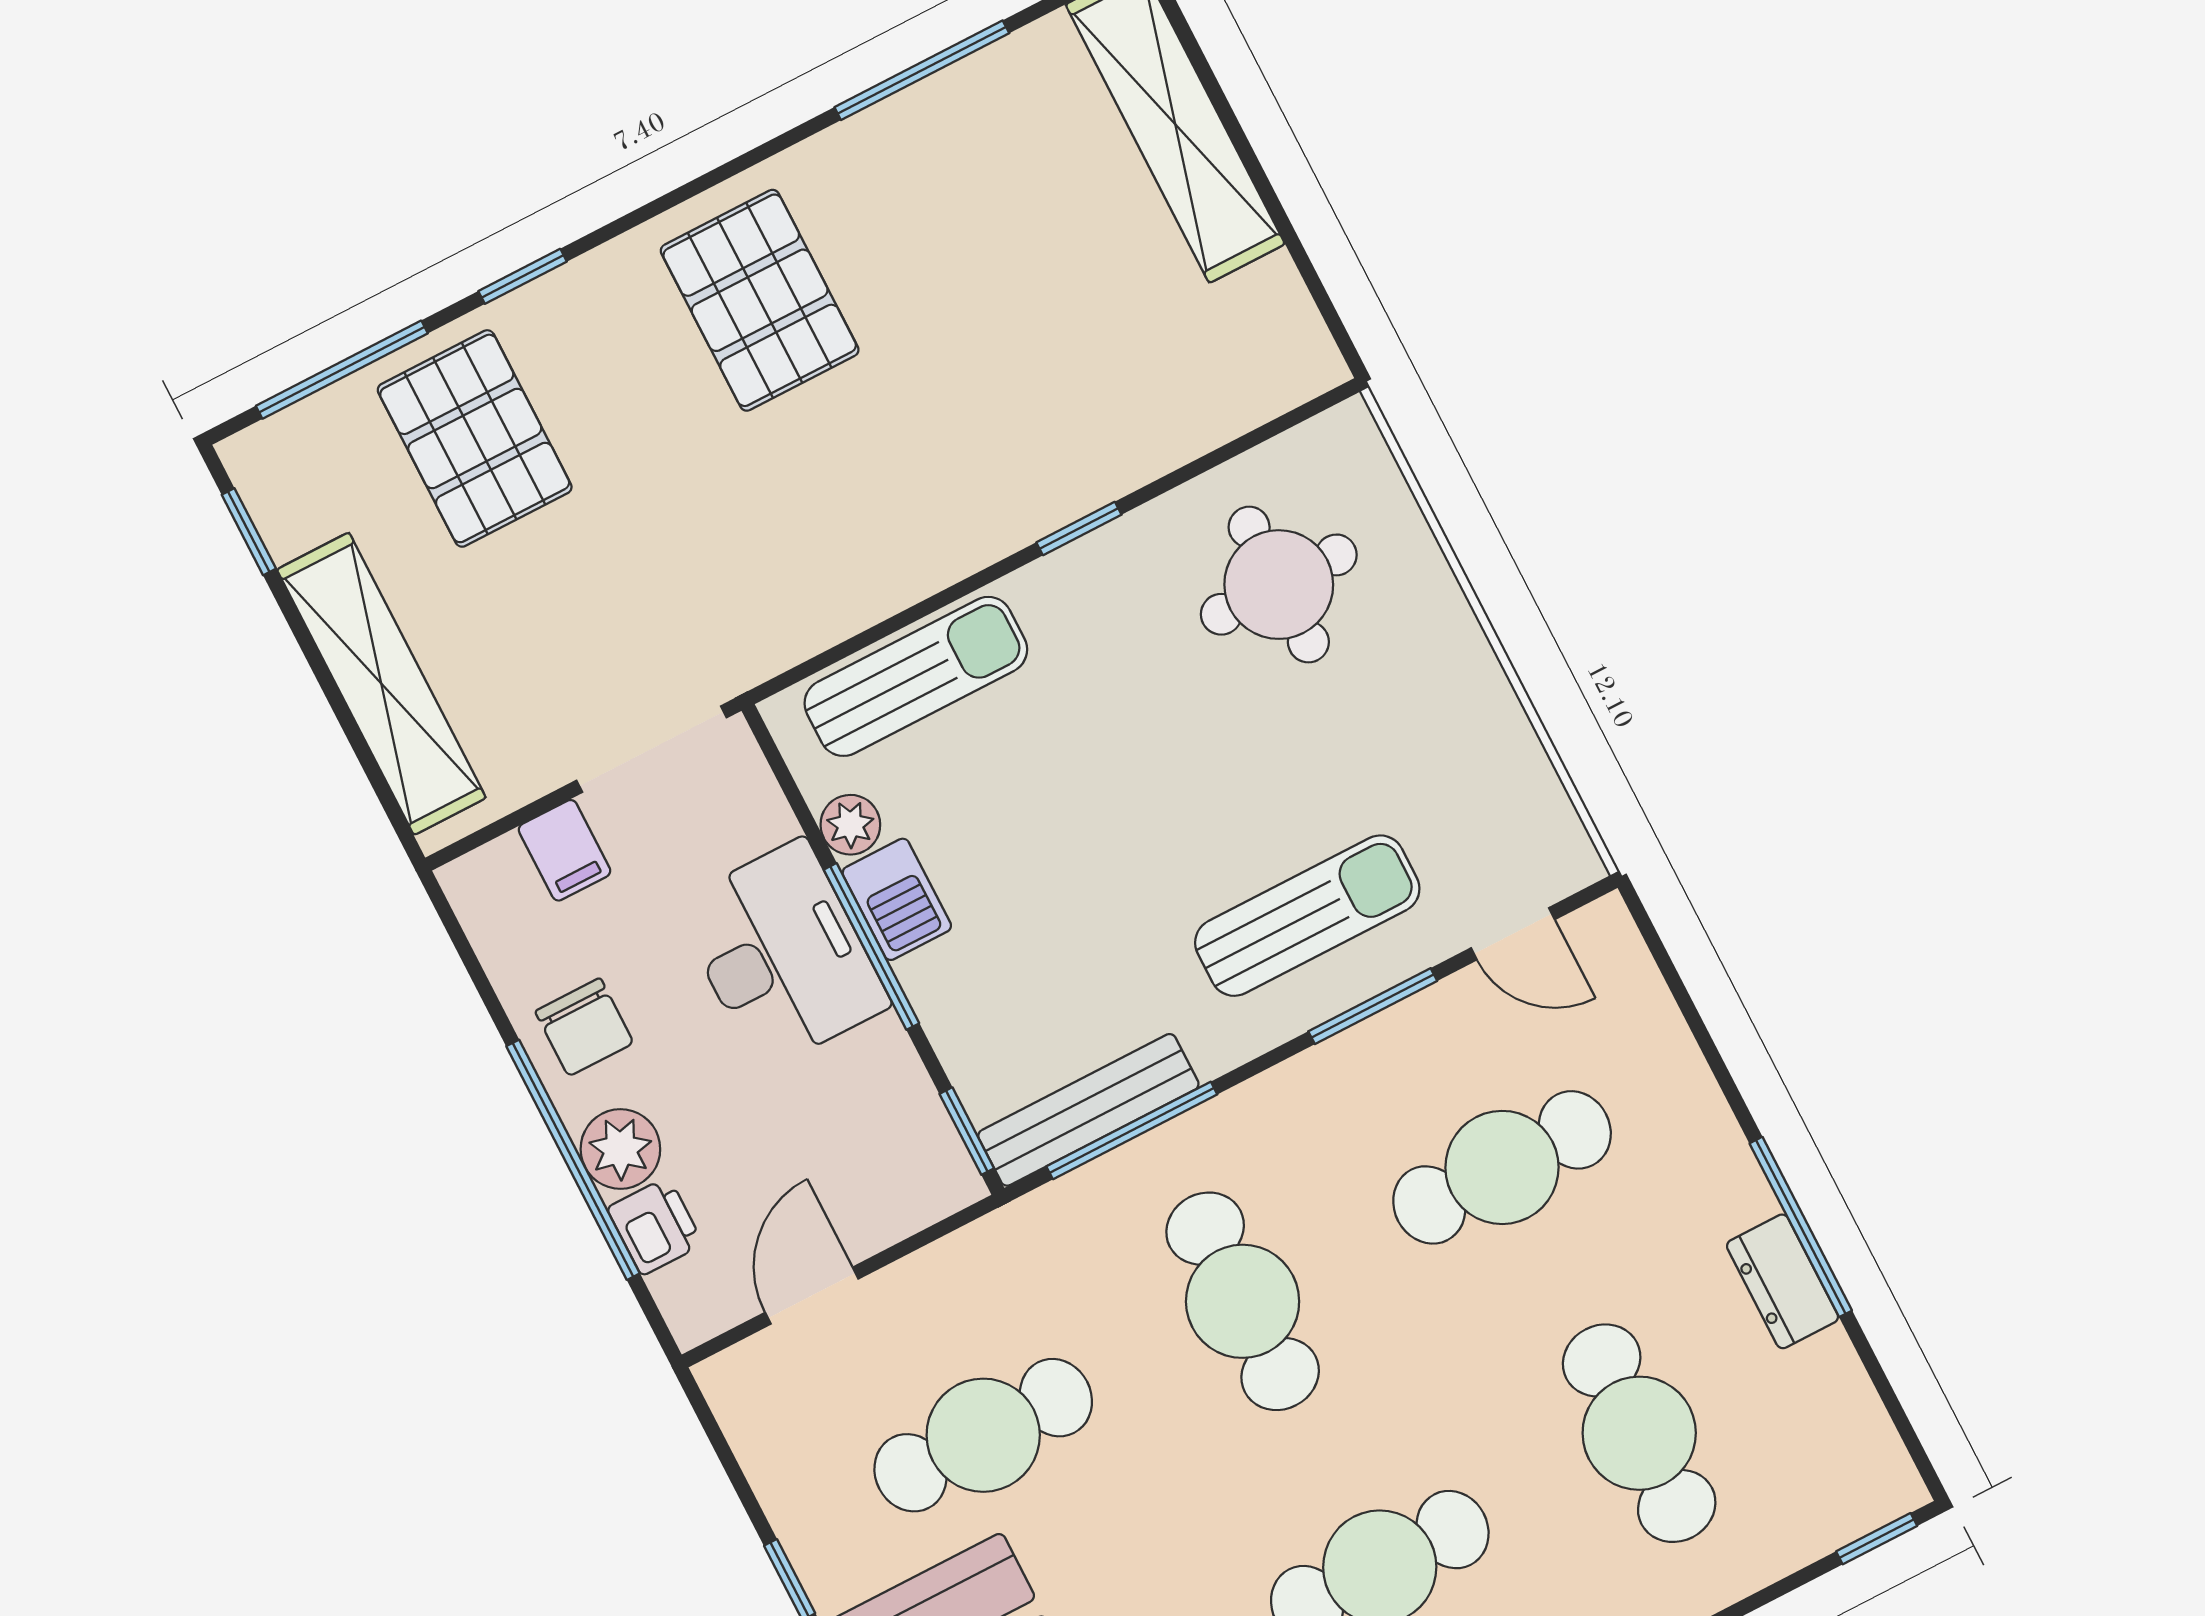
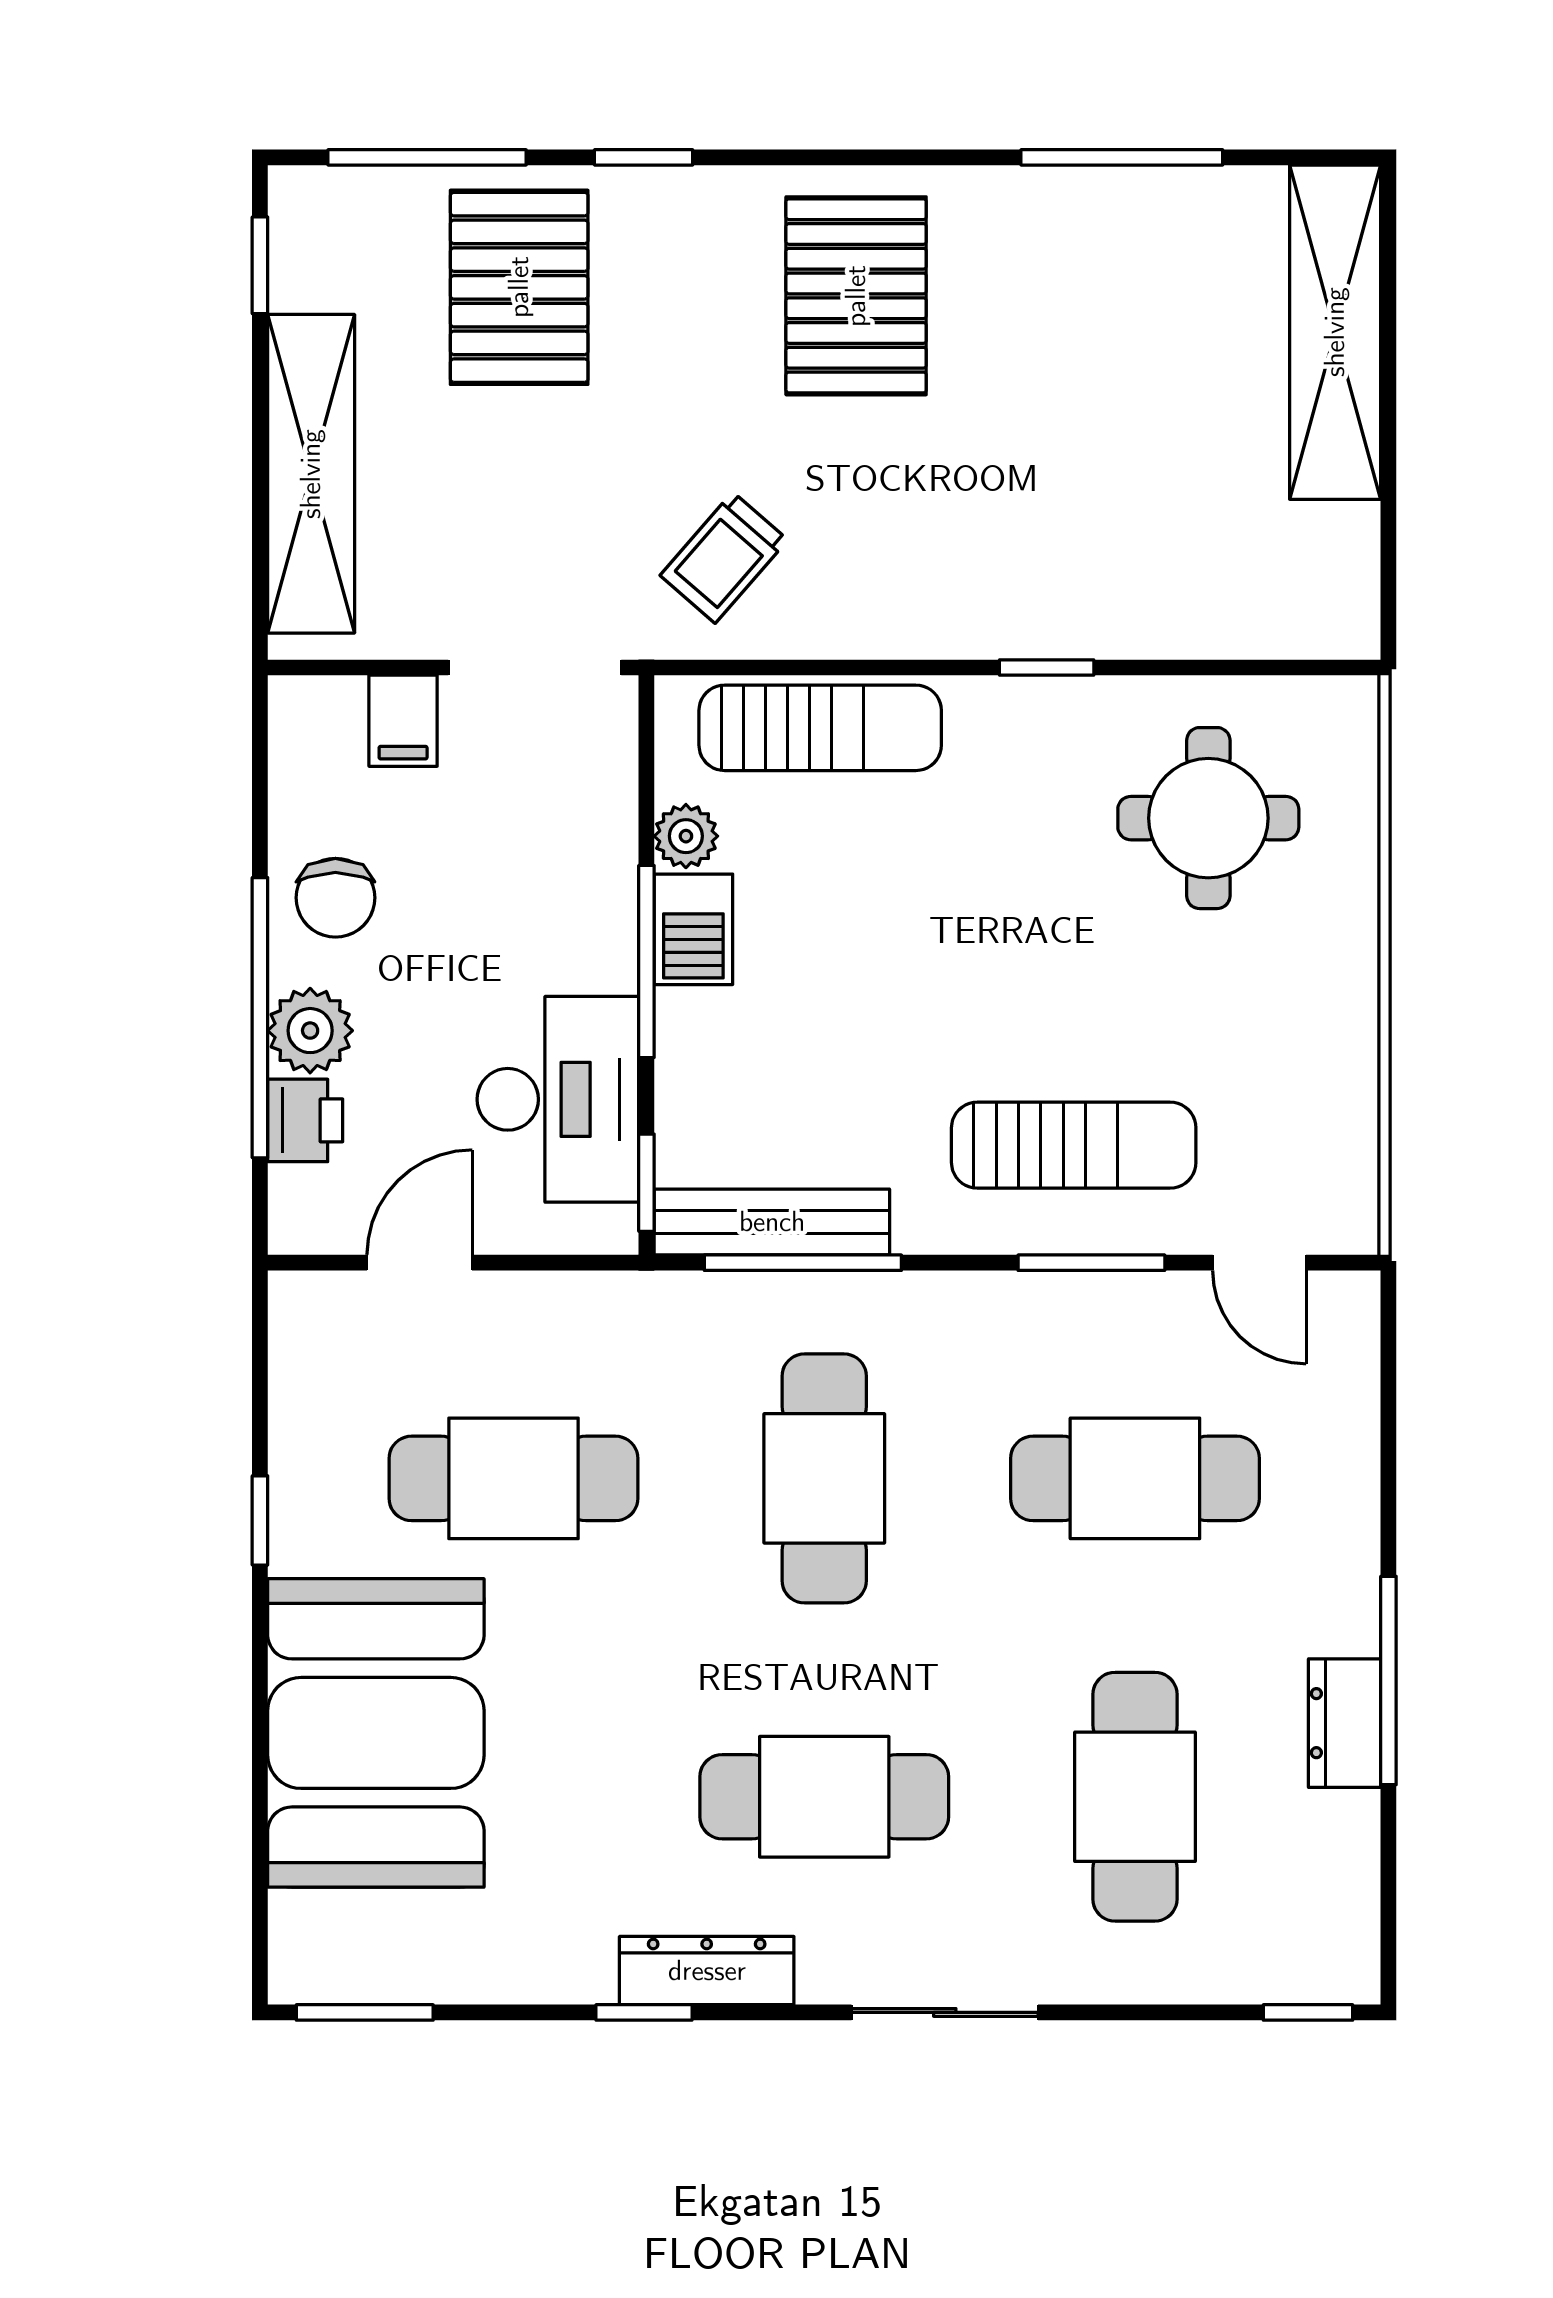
trolley: (762, 576) -> (724, 558), added
desk: (782, 955) -> (558, 1099), moved

